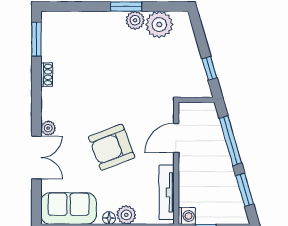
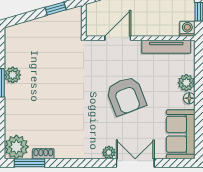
plant: (159, 25) -> (16, 147), moved
shoe rack: (47, 75) -> (43, 154), moved
door: (176, 138) -> (118, 38), swing flipped

